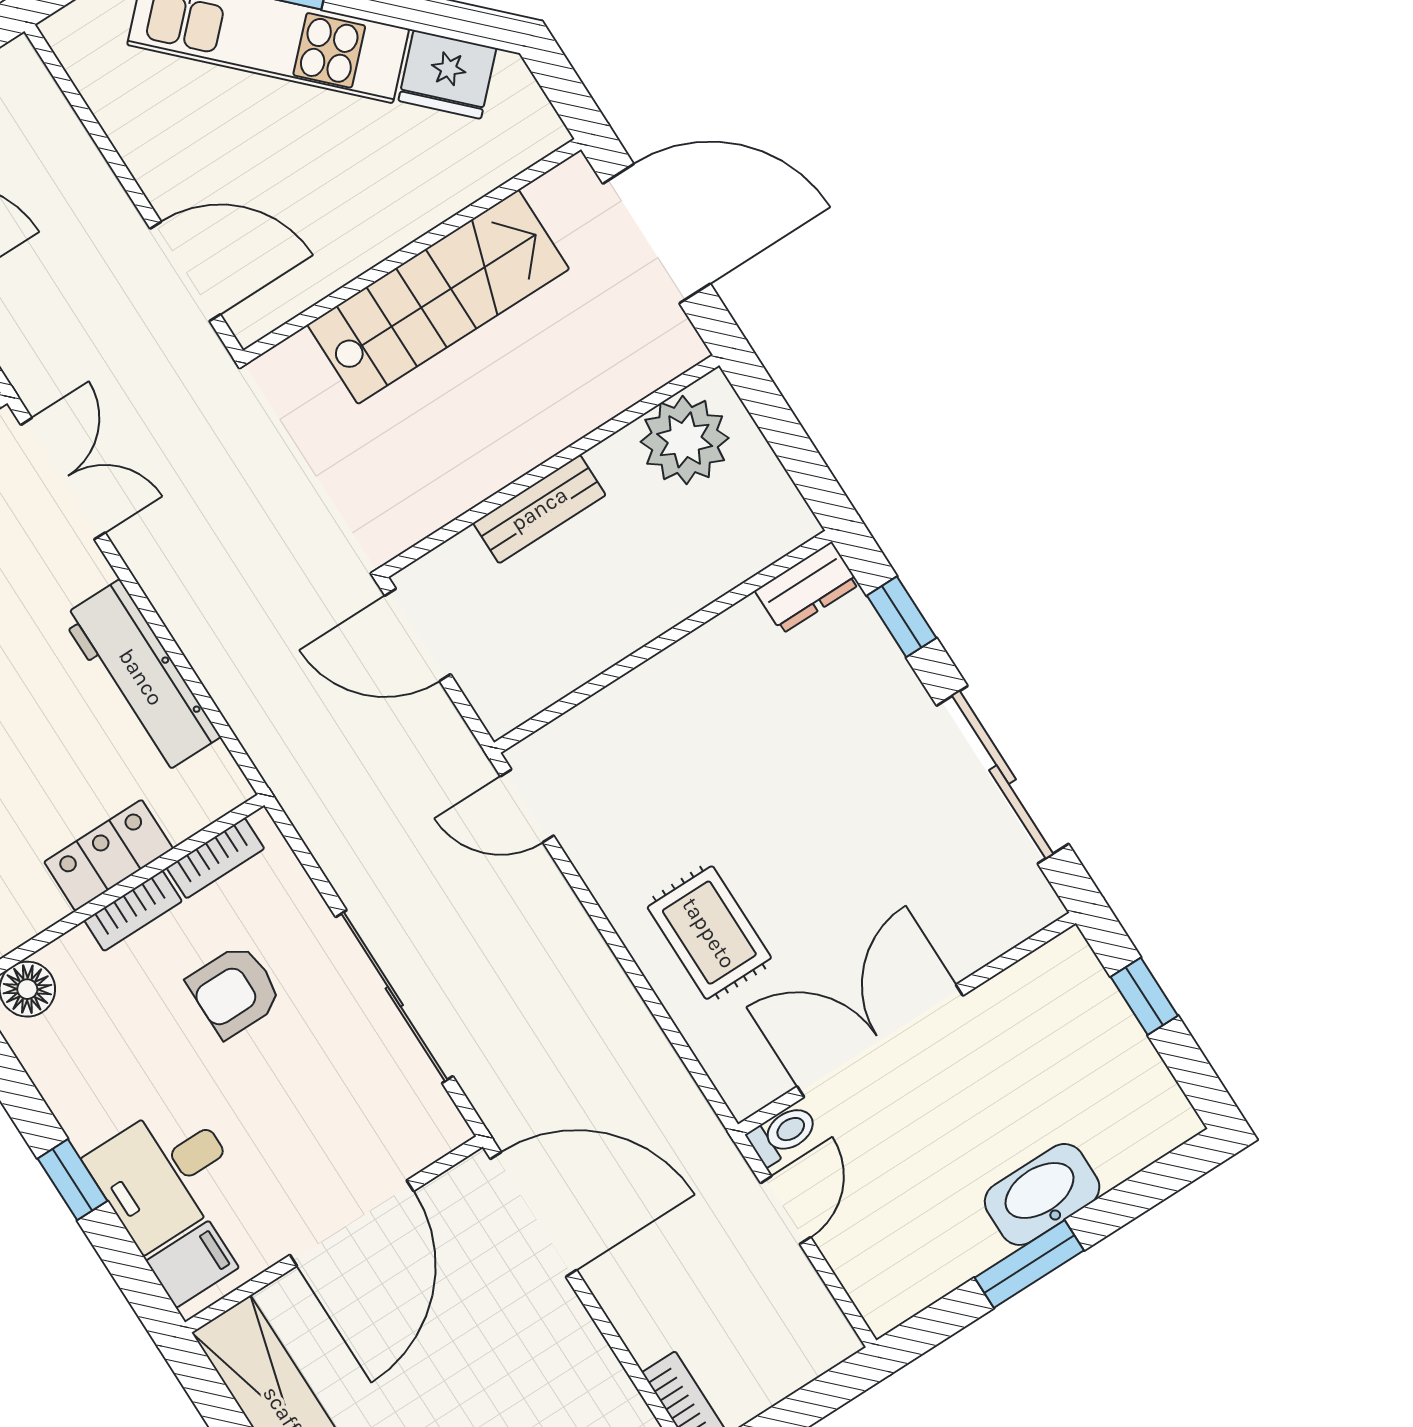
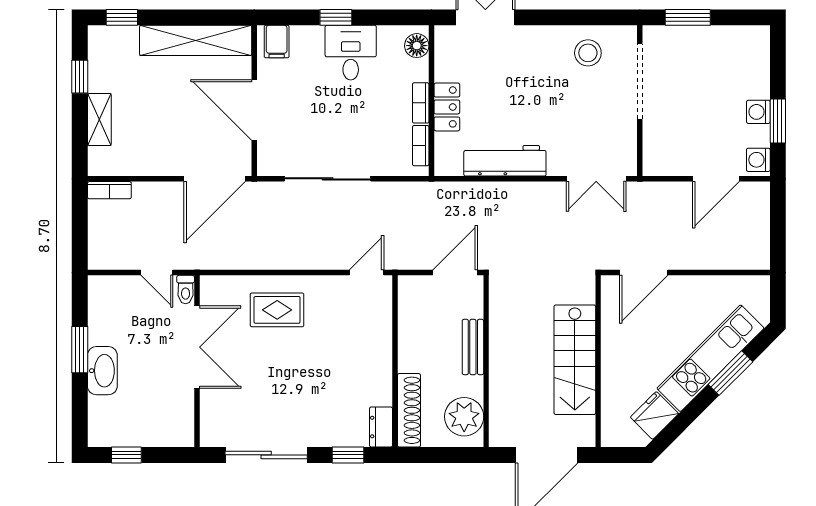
shoe rack: (740, 554) -> (409, 410), added
armchair: (235, 991) -> (367, 121), removed
window: (1144, 996) -> (126, 455), moved
desk: (165, 1174) -> (351, 53), moved

